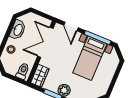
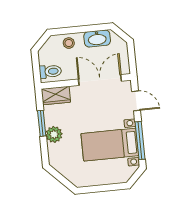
door: (71, 26) -> (136, 101), swing flipped

